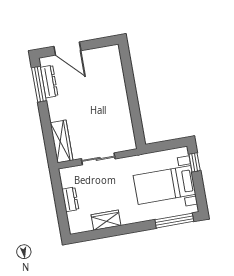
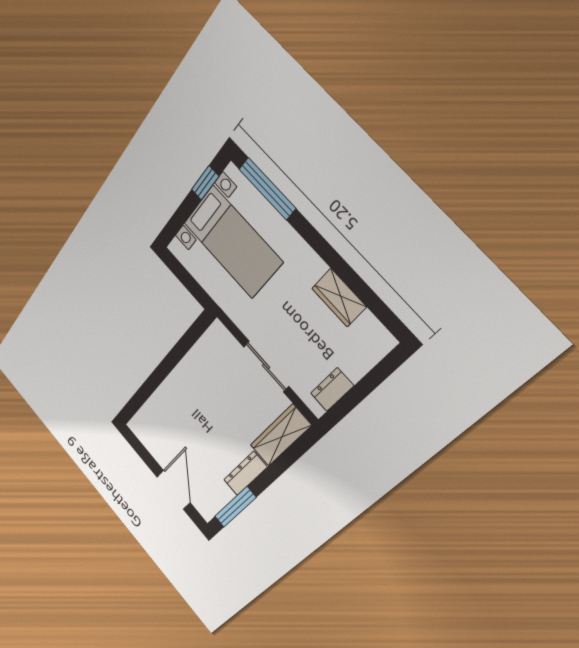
dresser: (49, 82) -> (245, 473), moved
window: (195, 162) -> (205, 183), moved
dresser: (70, 199) -> (332, 389), moved

